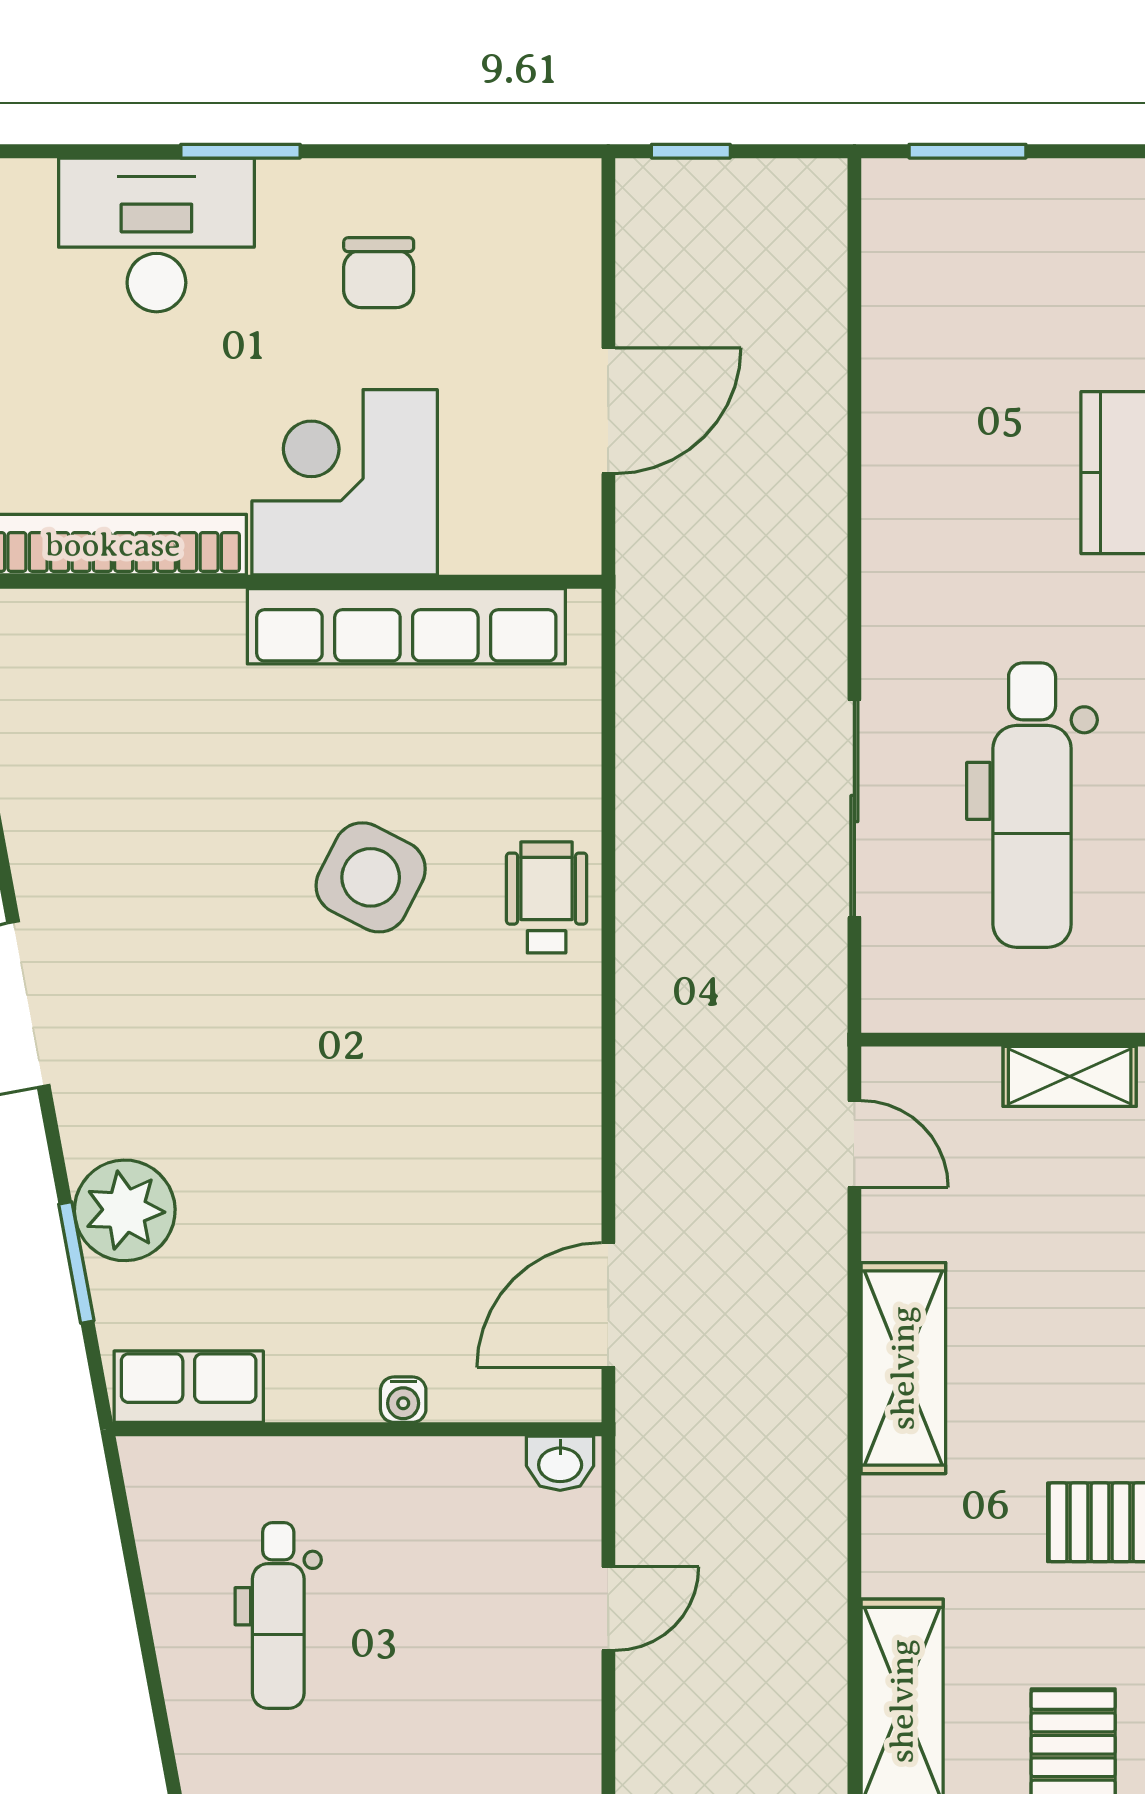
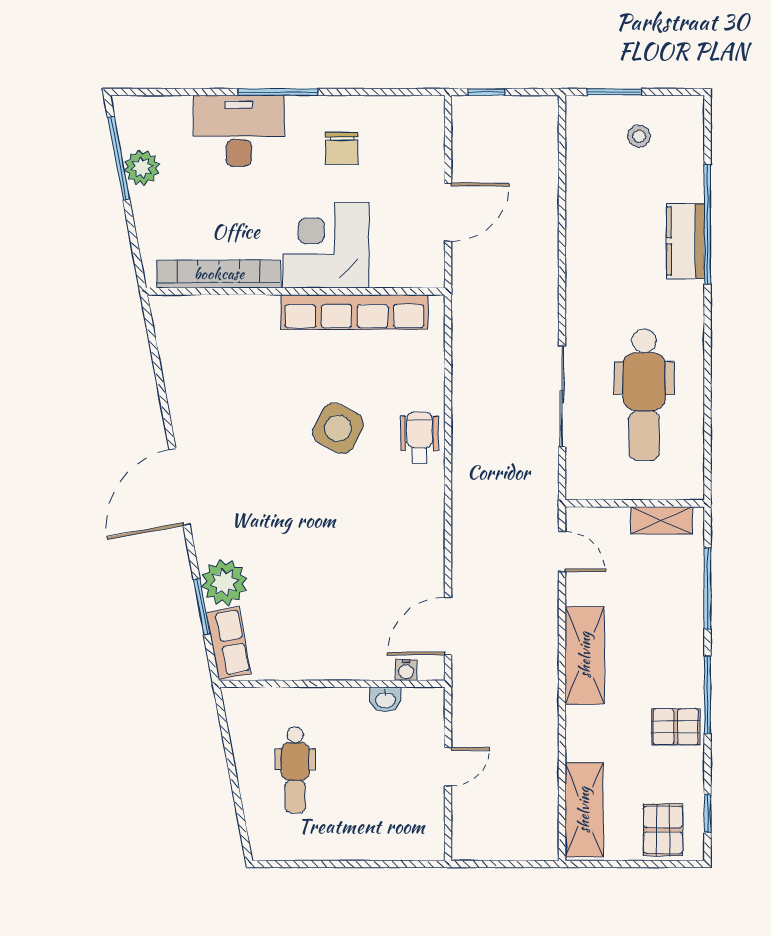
window: (241, 151) -> (278, 92), width x1.44
stool: (1021, 246) -> (639, 136), added
row of seats: (189, 1387) -> (229, 643), moved, turned 79
water cooler: (403, 1400) -> (406, 670), moved
washbasin: (560, 1463) -> (385, 699), moved

